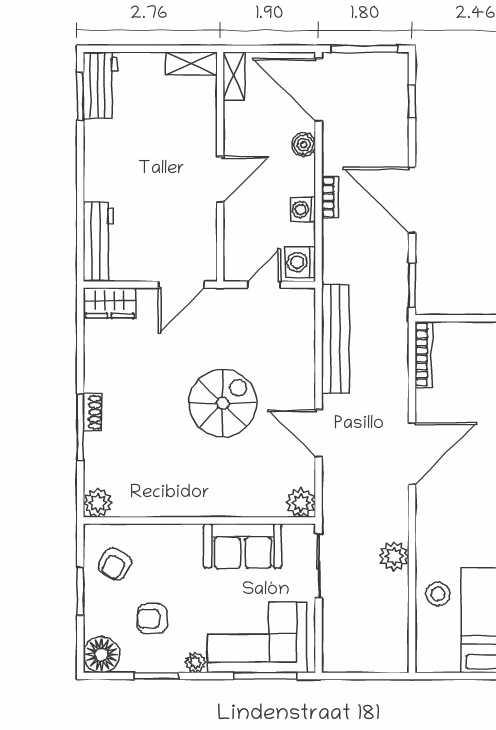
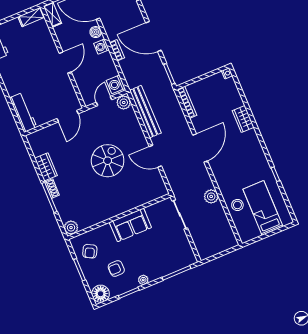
washing machine: (303, 210) -> (101, 47), moved
wardrobe: (109, 303) -> (46, 167), moved, turned -90
plant: (301, 503) -> (124, 102), moved
sofa: (243, 546) -> (130, 225), moved
corner sofa: (257, 637) -> (166, 257), removed

